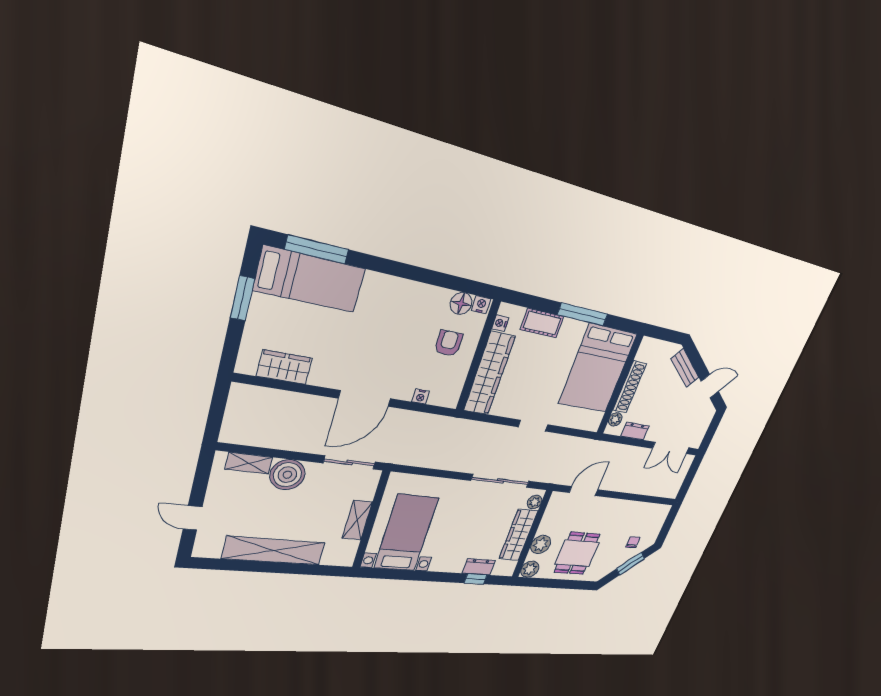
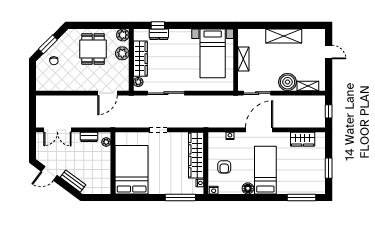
bed: (310, 280) -> (265, 170), moved, turned 90
floor lamp: (461, 303) -> (248, 188), moved
window: (583, 314) -> (180, 198), moved
cot: (542, 323) -> (176, 188), removed
shoe rack: (630, 387) -> (106, 163), removed
window: (217, 411) -> (329, 111), added
double door: (671, 448) -> (57, 130), swing flipped
shelving: (274, 551) -> (284, 36), width x0.68

